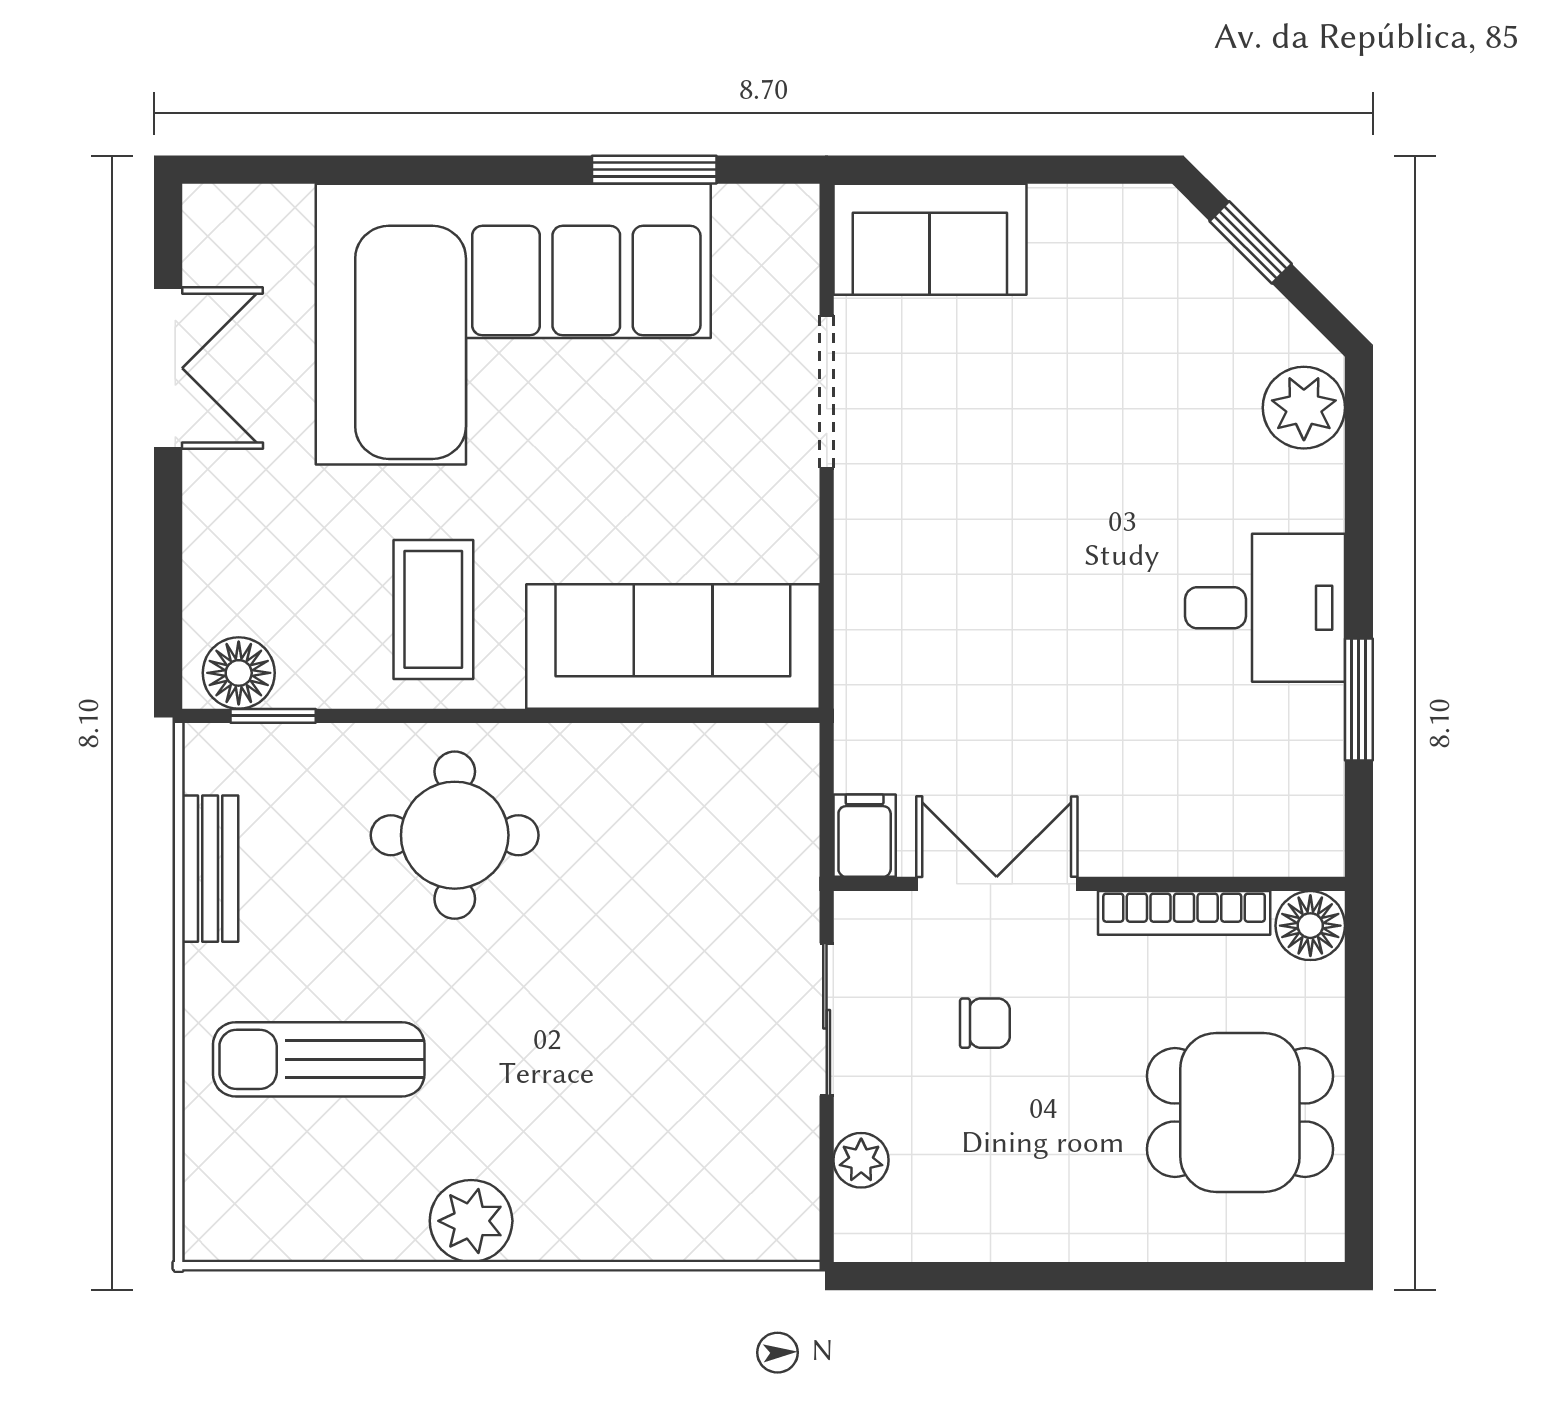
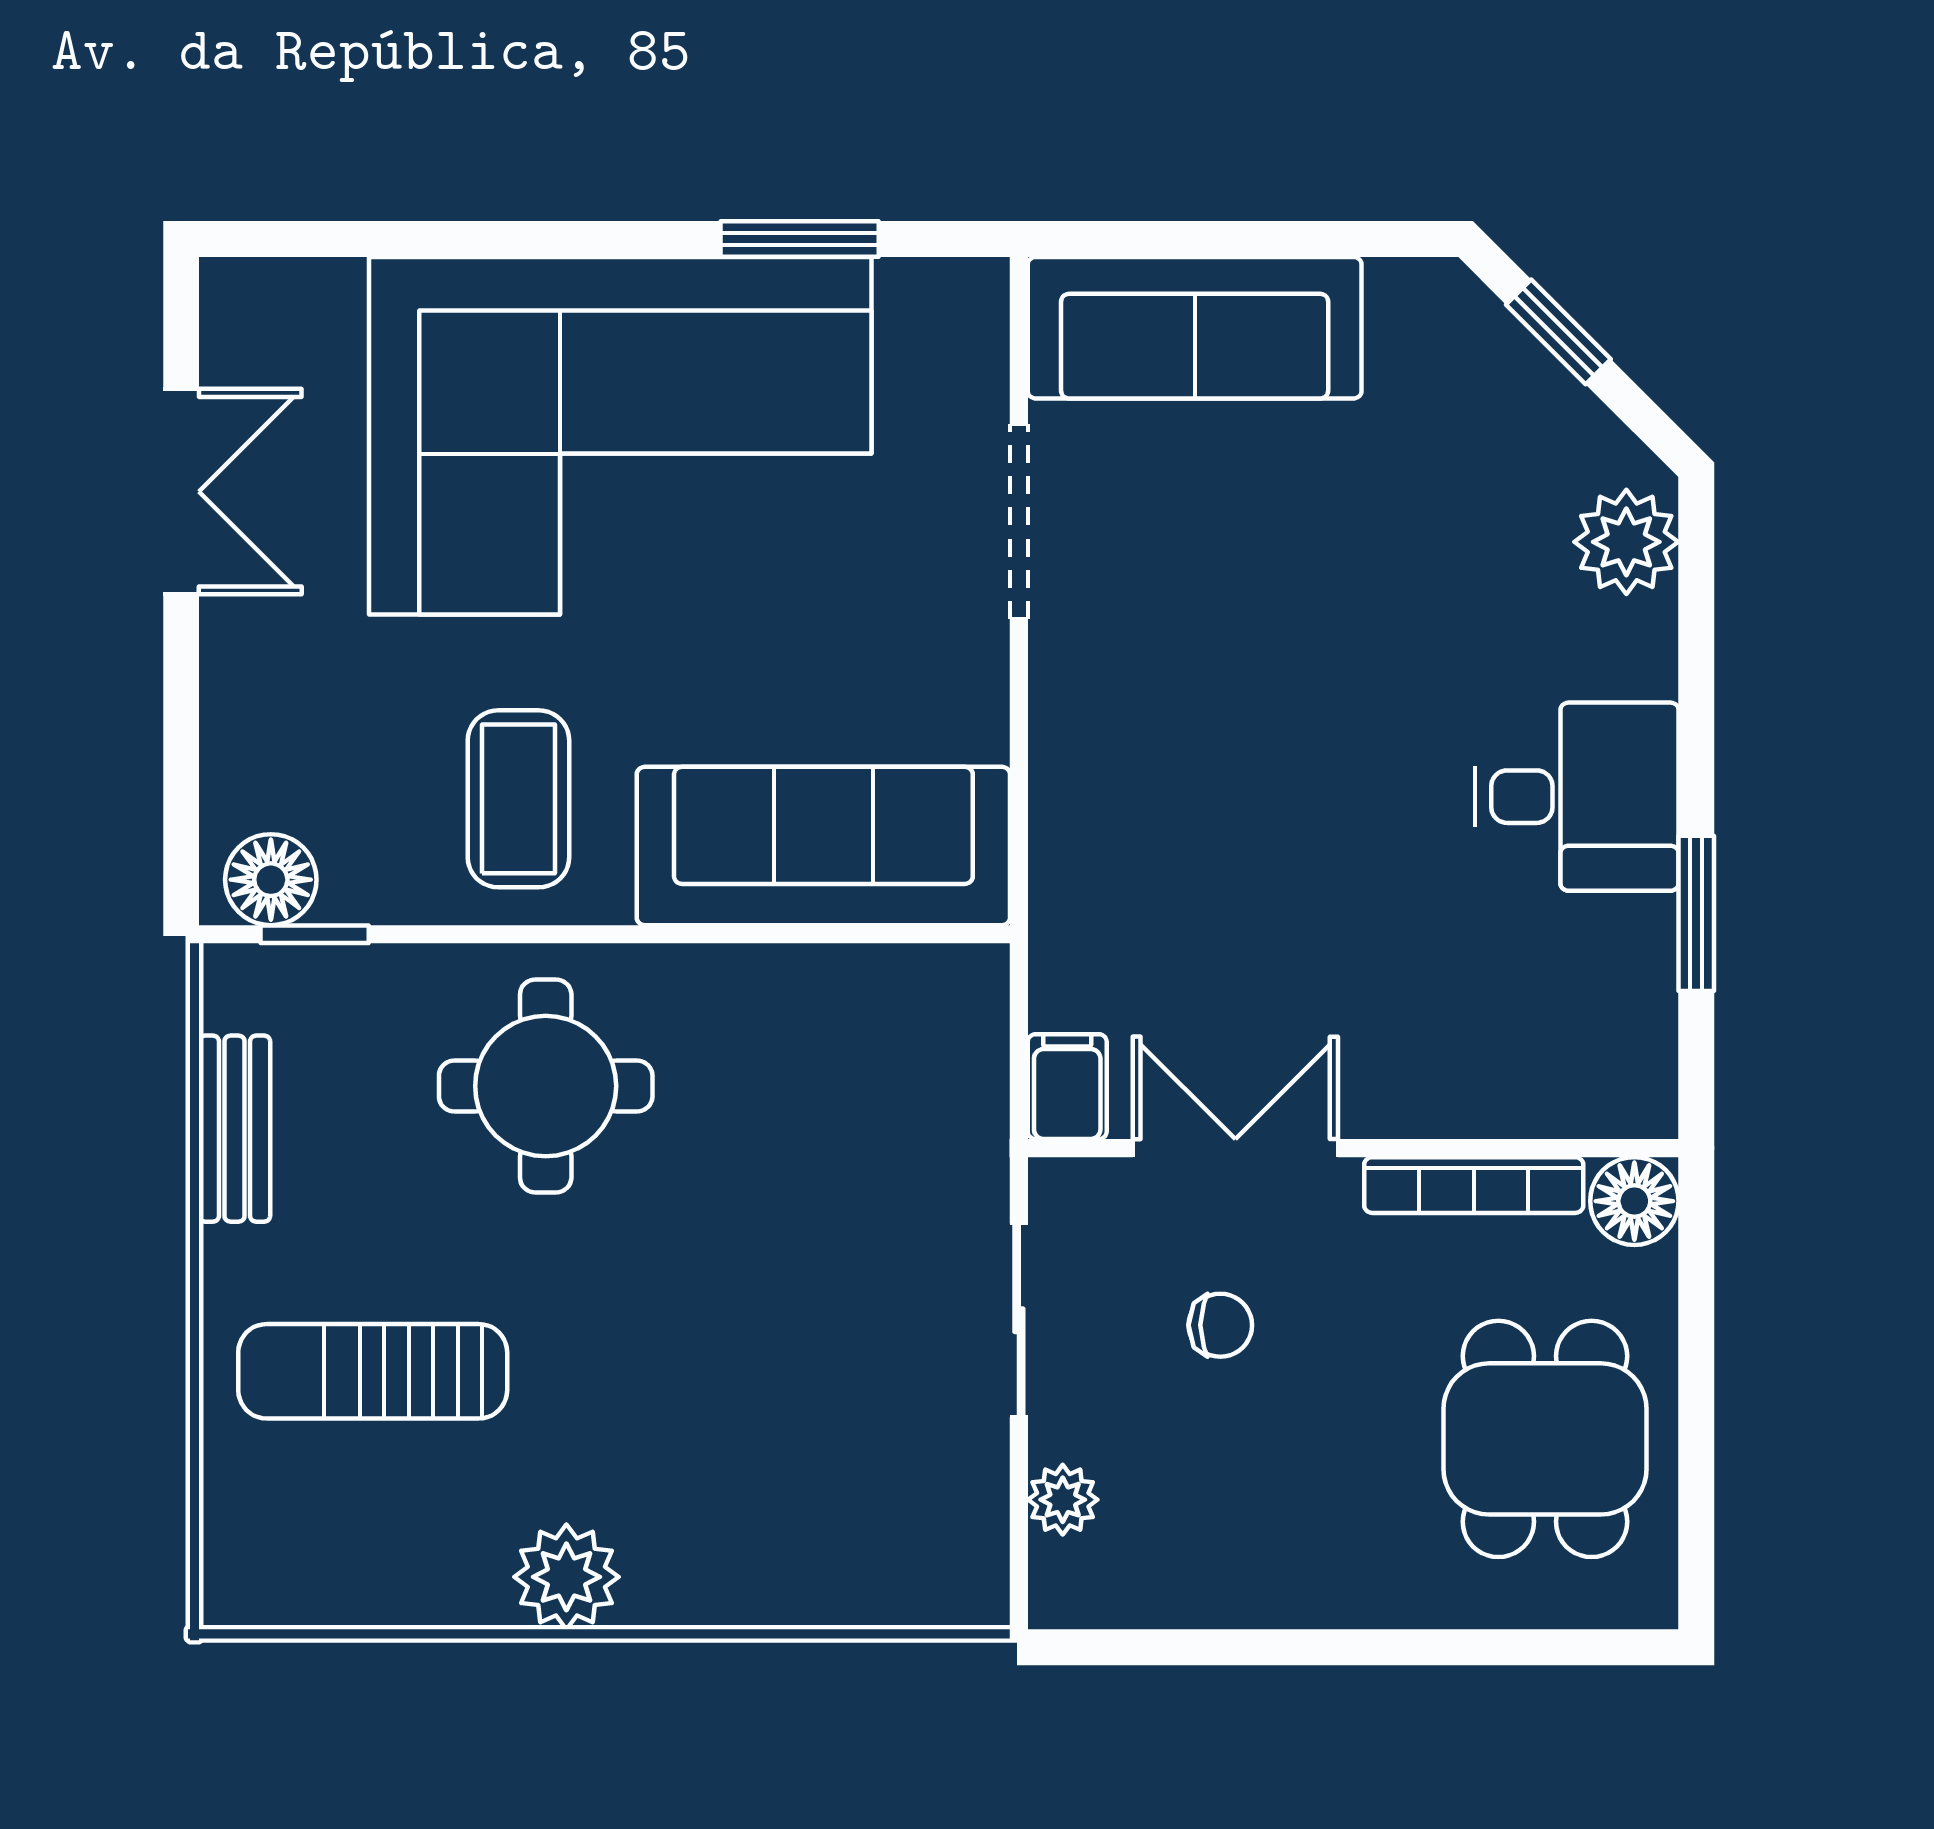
sofa: (930, 239) -> (1195, 328), width x1.36
dining table: (1240, 1113) -> (1545, 1439), turned 90

